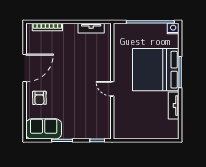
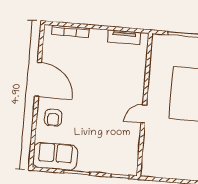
door: (25, 68) -> (38, 79), hinge flipped
door: (112, 89) -> (144, 114), hinge flipped

